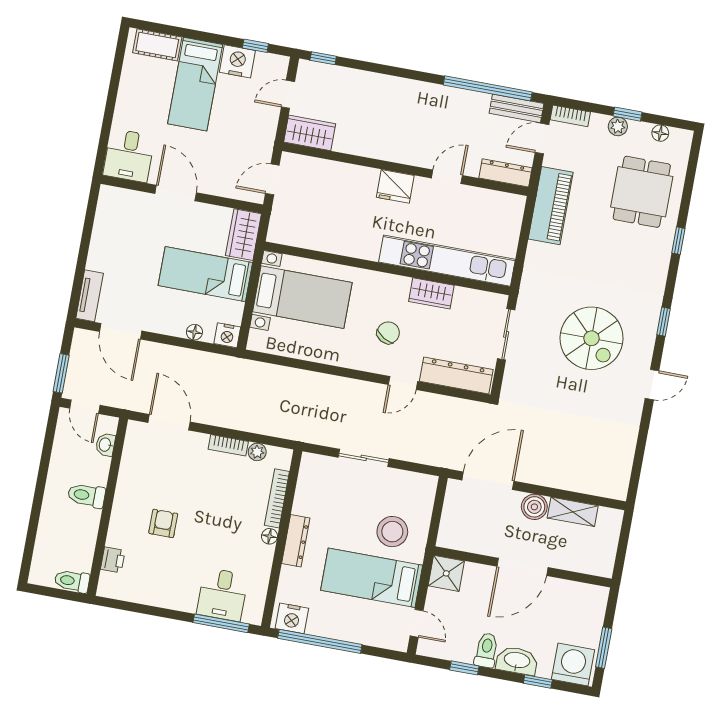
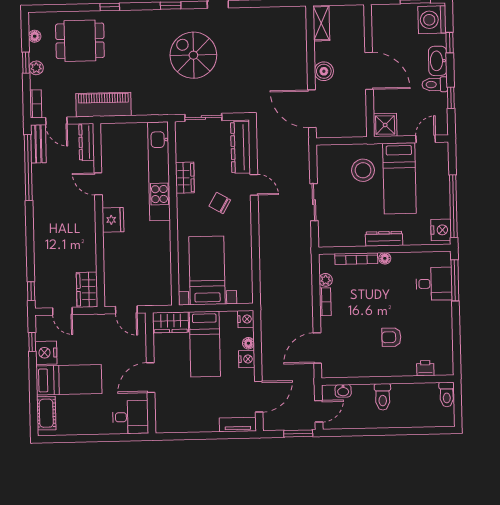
nightstand: (174, 326) -> (247, 359), added
spiral stairs: (591, 338) -> (193, 55), turned -90
shelving: (573, 512) -> (321, 23), moved

